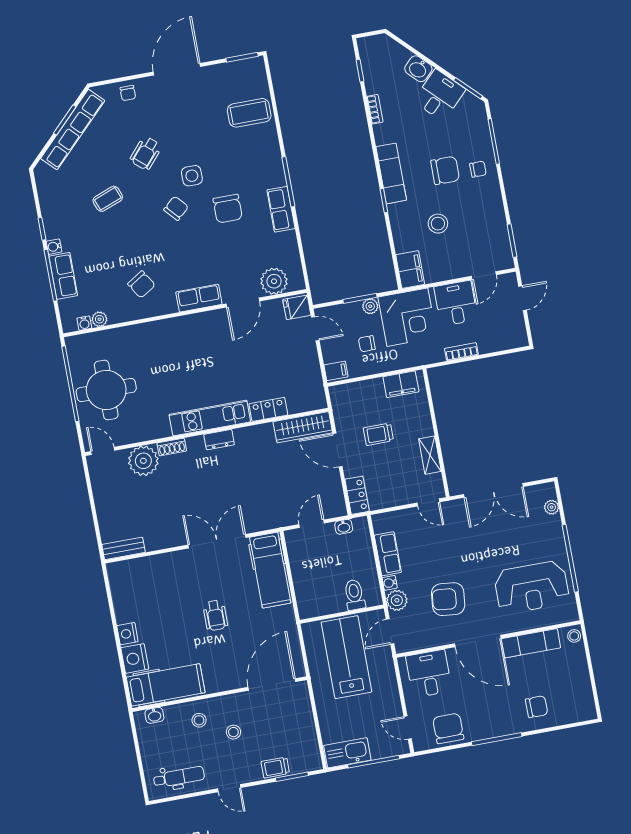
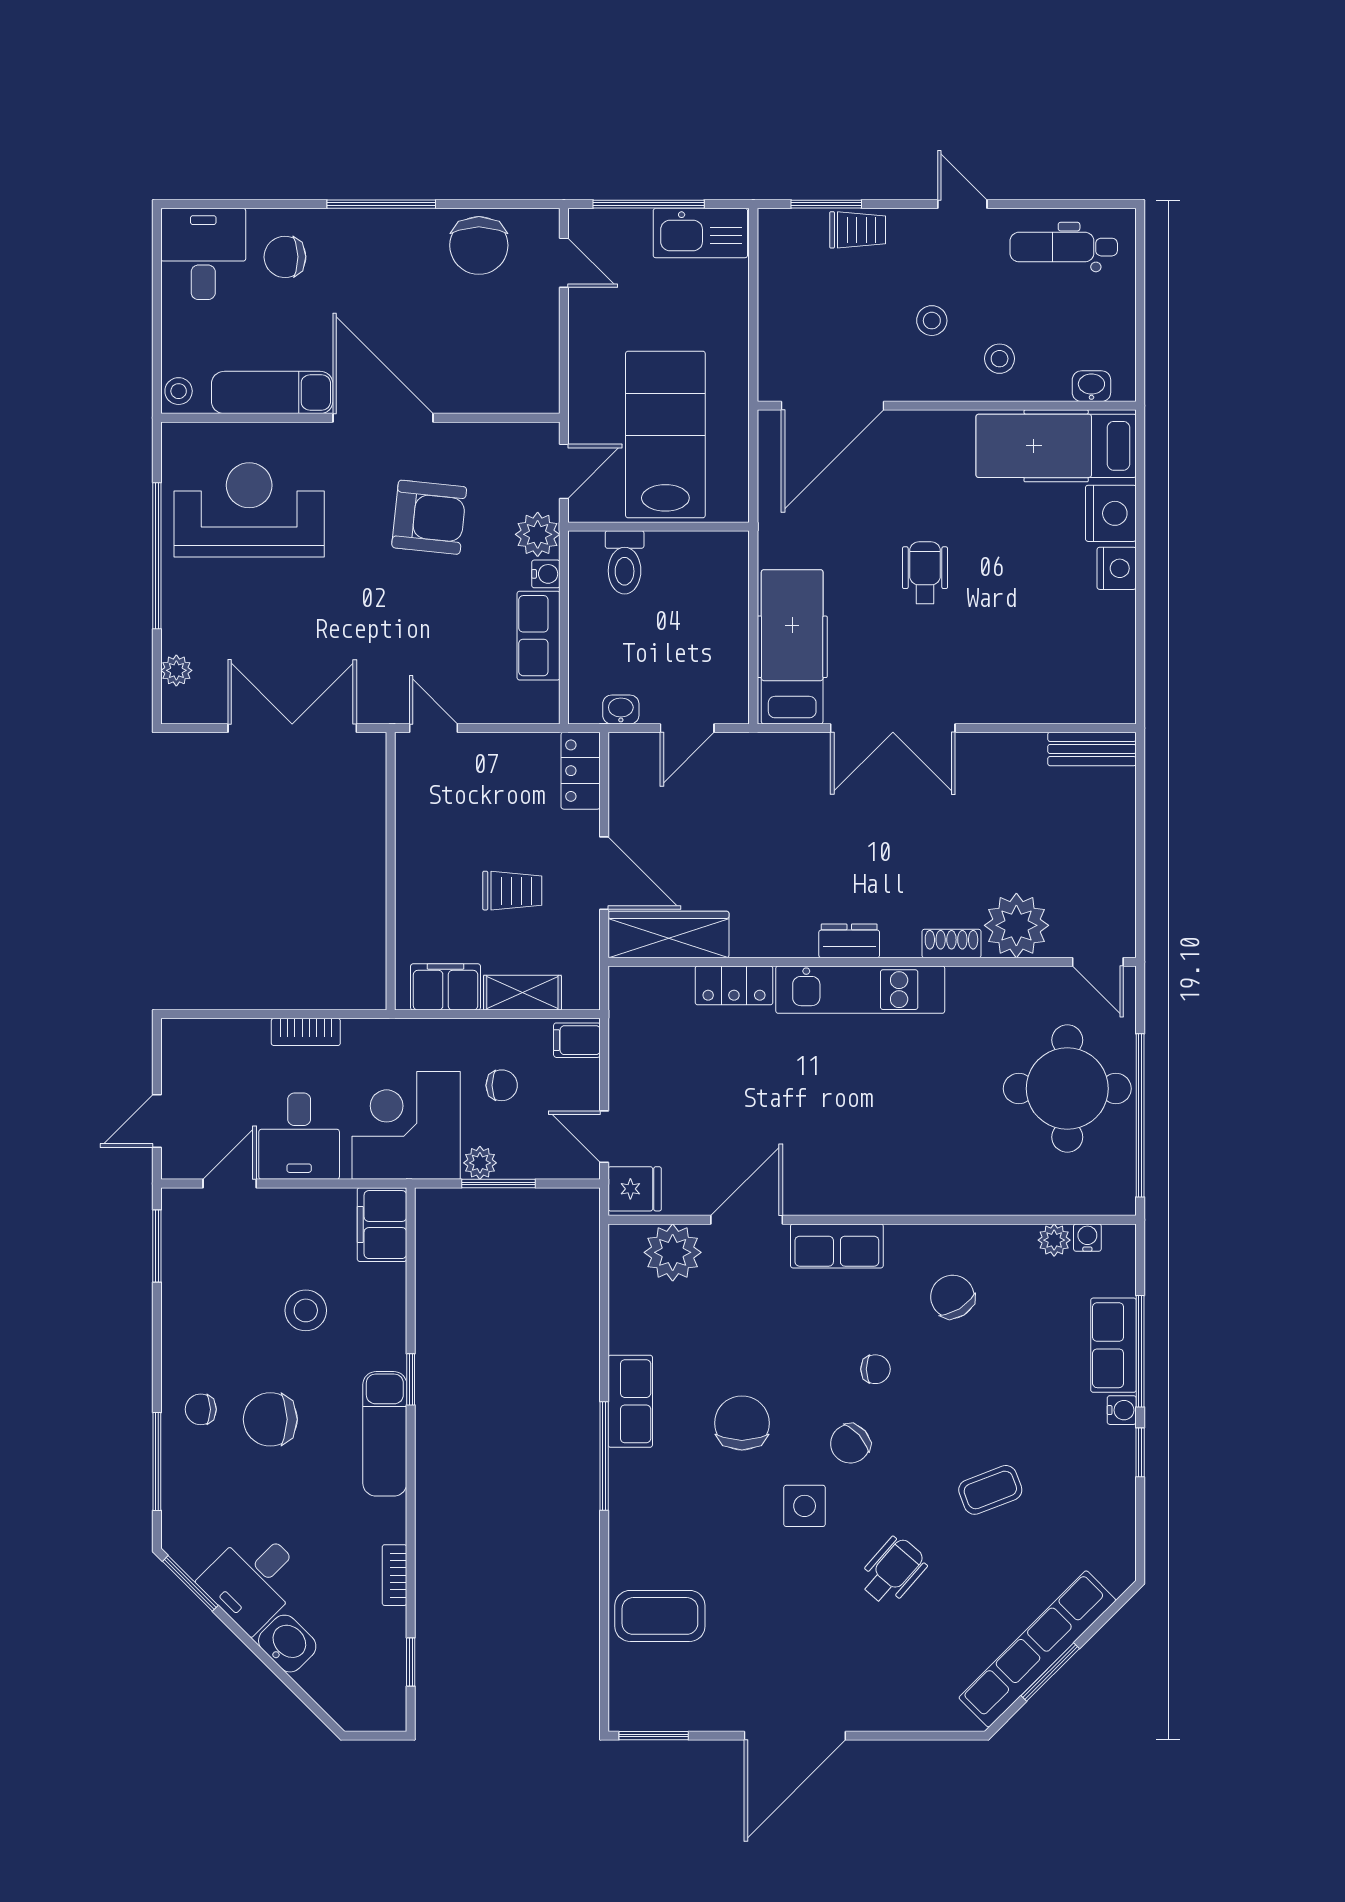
chair: (128, 93) -> (875, 1369), moved, turned 90
shelving: (430, 455) -> (522, 993), moved, turned 90
lab bench: (346, 657) -> (665, 435), turned 180
desk: (429, 674) -> (203, 254), moved, turned 180

